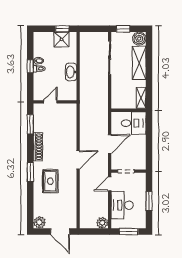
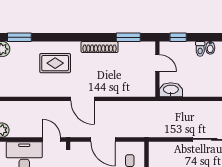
window: (30, 66) -> (178, 37), moved
washbasin: (71, 72) -> (171, 90), moved
window: (30, 172) -> (19, 37), moved

